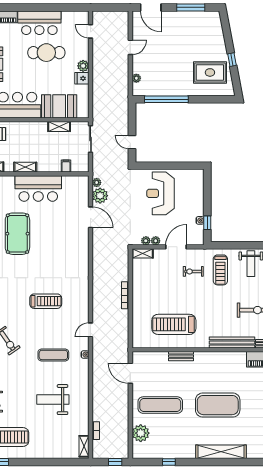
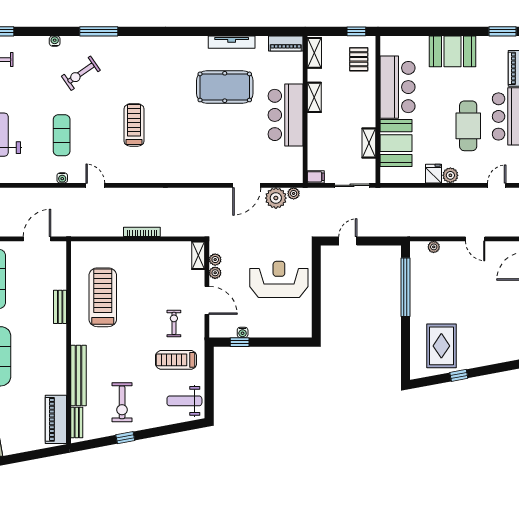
filing cabinet: (66, 166) -> (316, 177), moved
treadmill: (46, 301) -> (134, 125), turned 180

